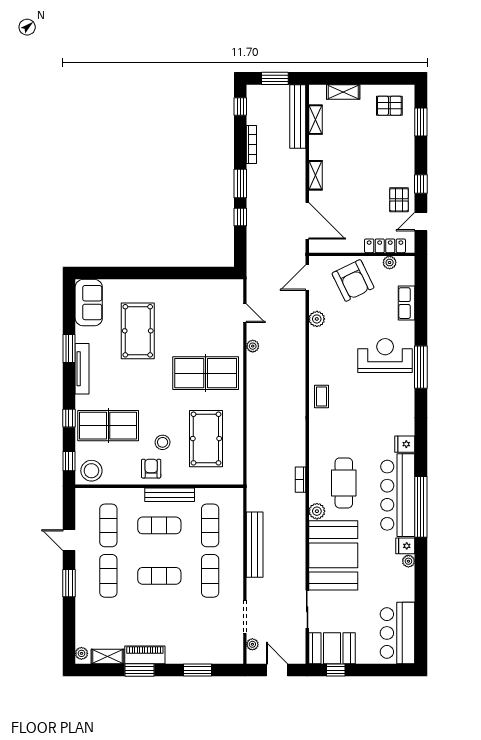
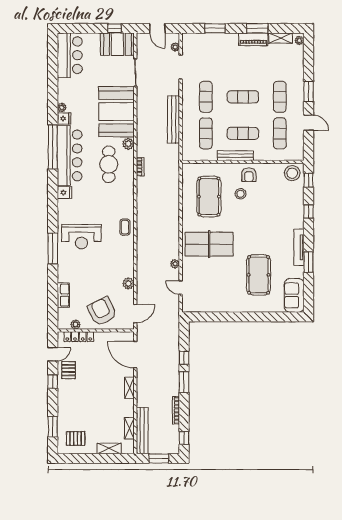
reception desk: (385, 356) -> (81, 237), moved
table tennis table: (108, 426) -> (280, 206), removed

